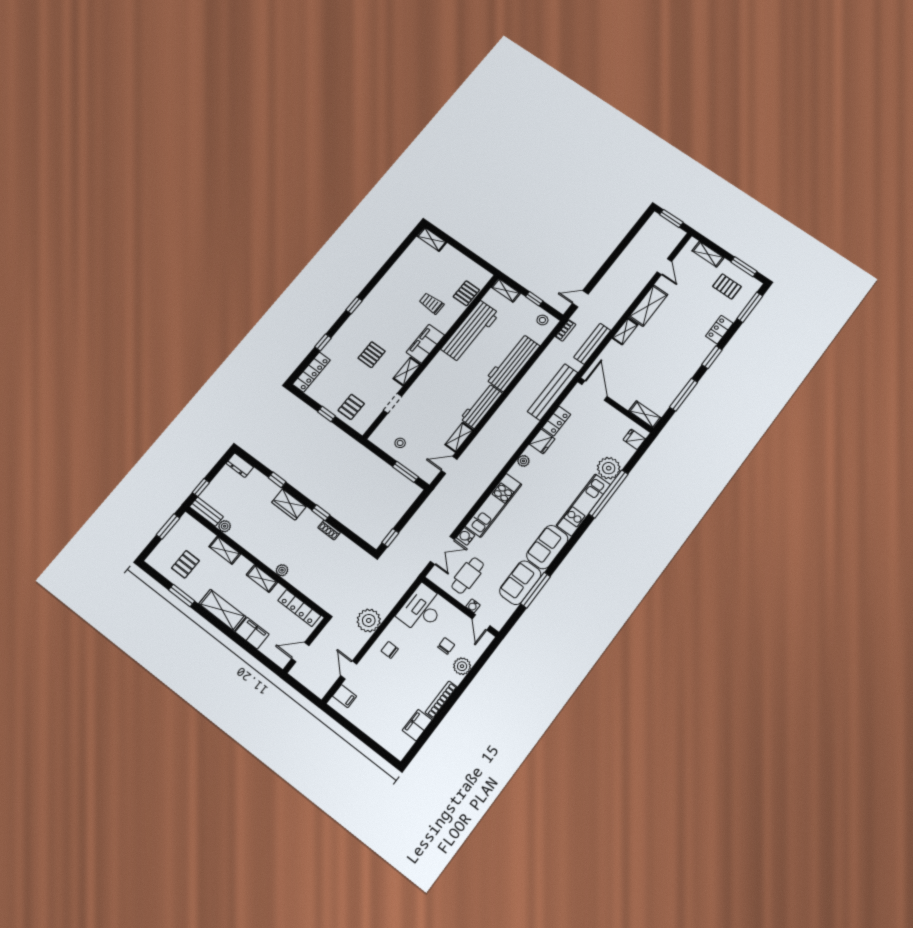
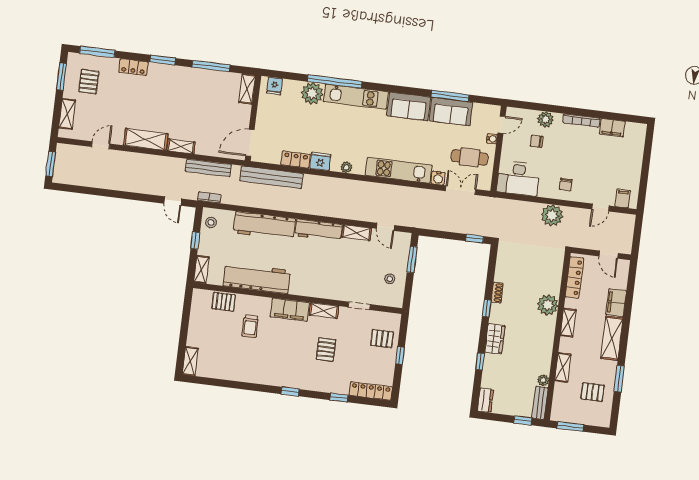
pallet: (372, 355) -> (326, 349), turned 90
plant: (282, 570) -> (548, 305), width x1.88, depth x1.88

